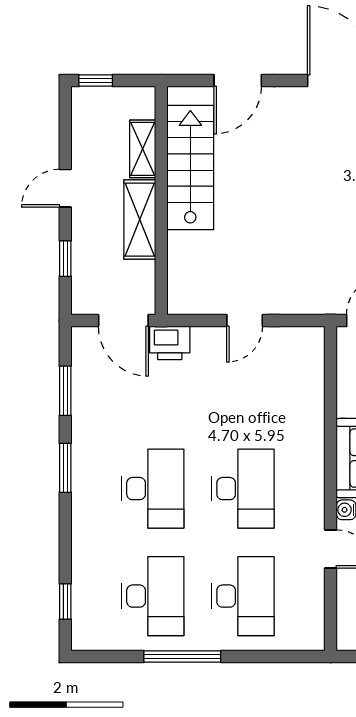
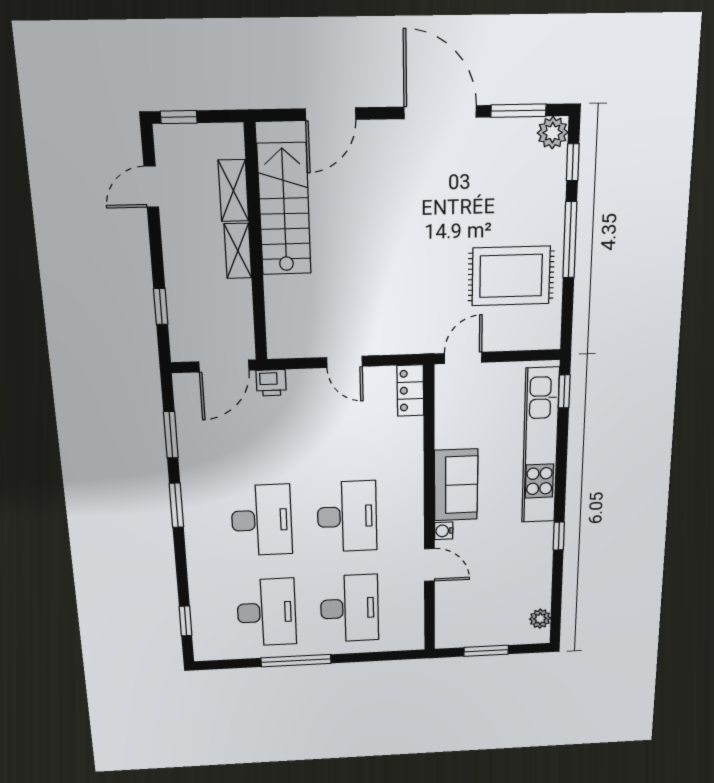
door: (65, 188) -> (151, 187), moved
shelving: (140, 220) -> (238, 251), width x0.67, depth x0.75
door: (123, 321) -> (224, 366), hinge flipped
door: (245, 321) -> (345, 362), hinge flipped
printer: (170, 343) -> (271, 383), width x0.73, depth x0.81
locker: (311, 353) -> (410, 390), added

